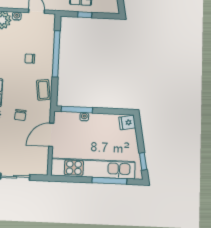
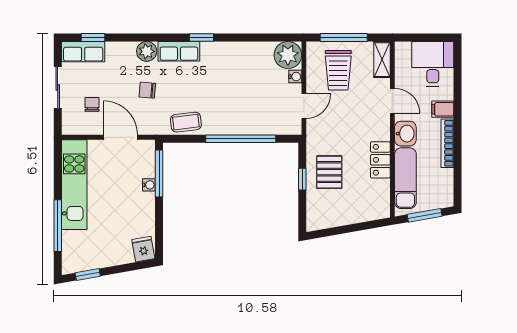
chair: (30, 59) -> (92, 104), moved
kitchen unit: (93, 169) -> (74, 185), width x0.73

